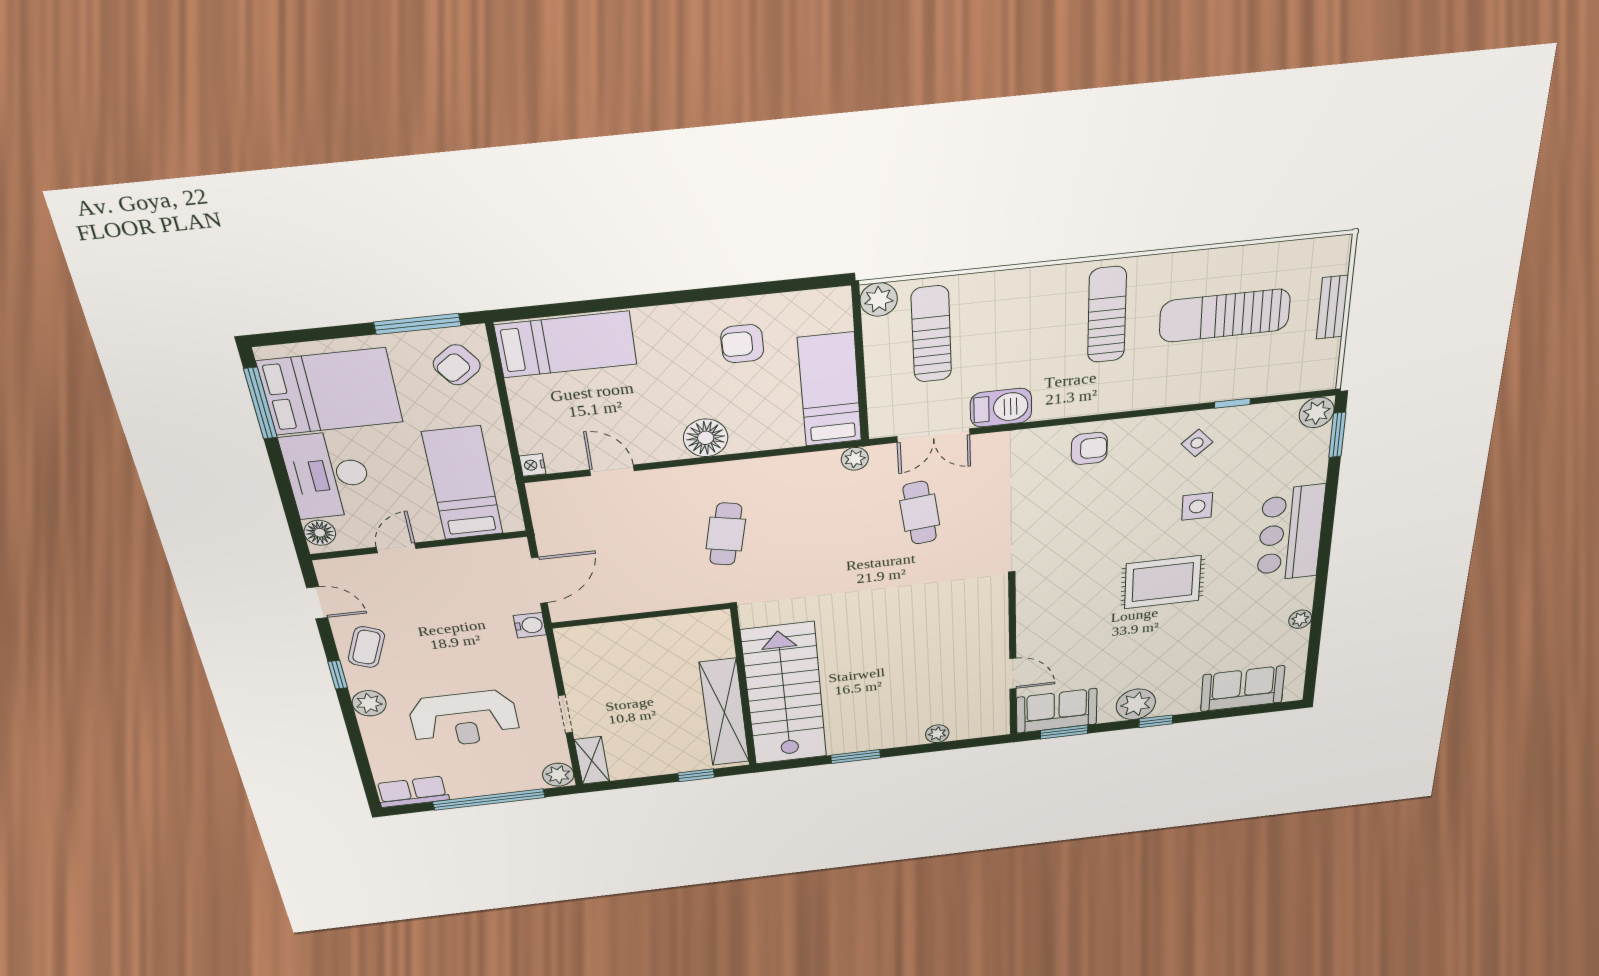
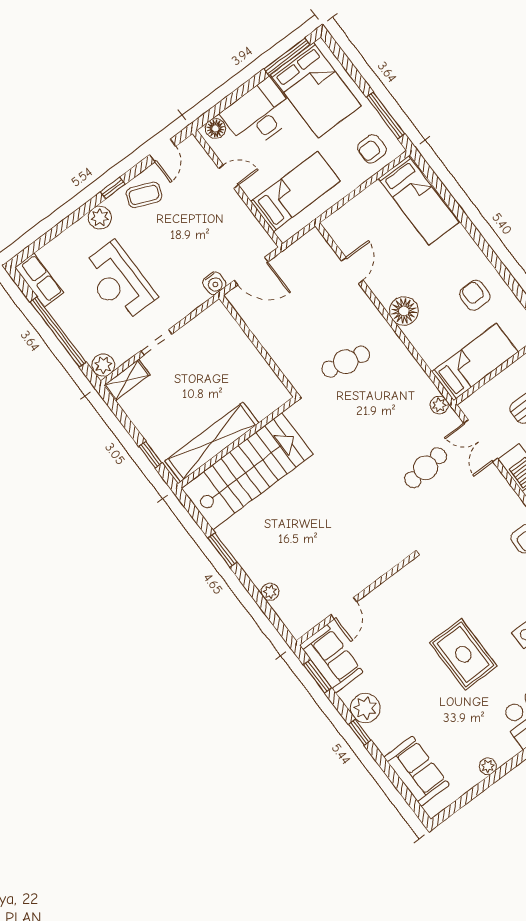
armchair: (457, 365) -> (372, 149), turned -54
nightstand: (533, 465) -> (330, 224), removed

